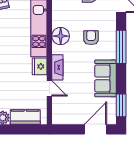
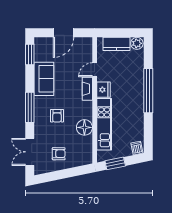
floor lamp: (61, 36) -> (84, 127), moved
door: (49, 88) -> (95, 70), hinge flipped
door: (96, 129) -> (64, 33), moved

